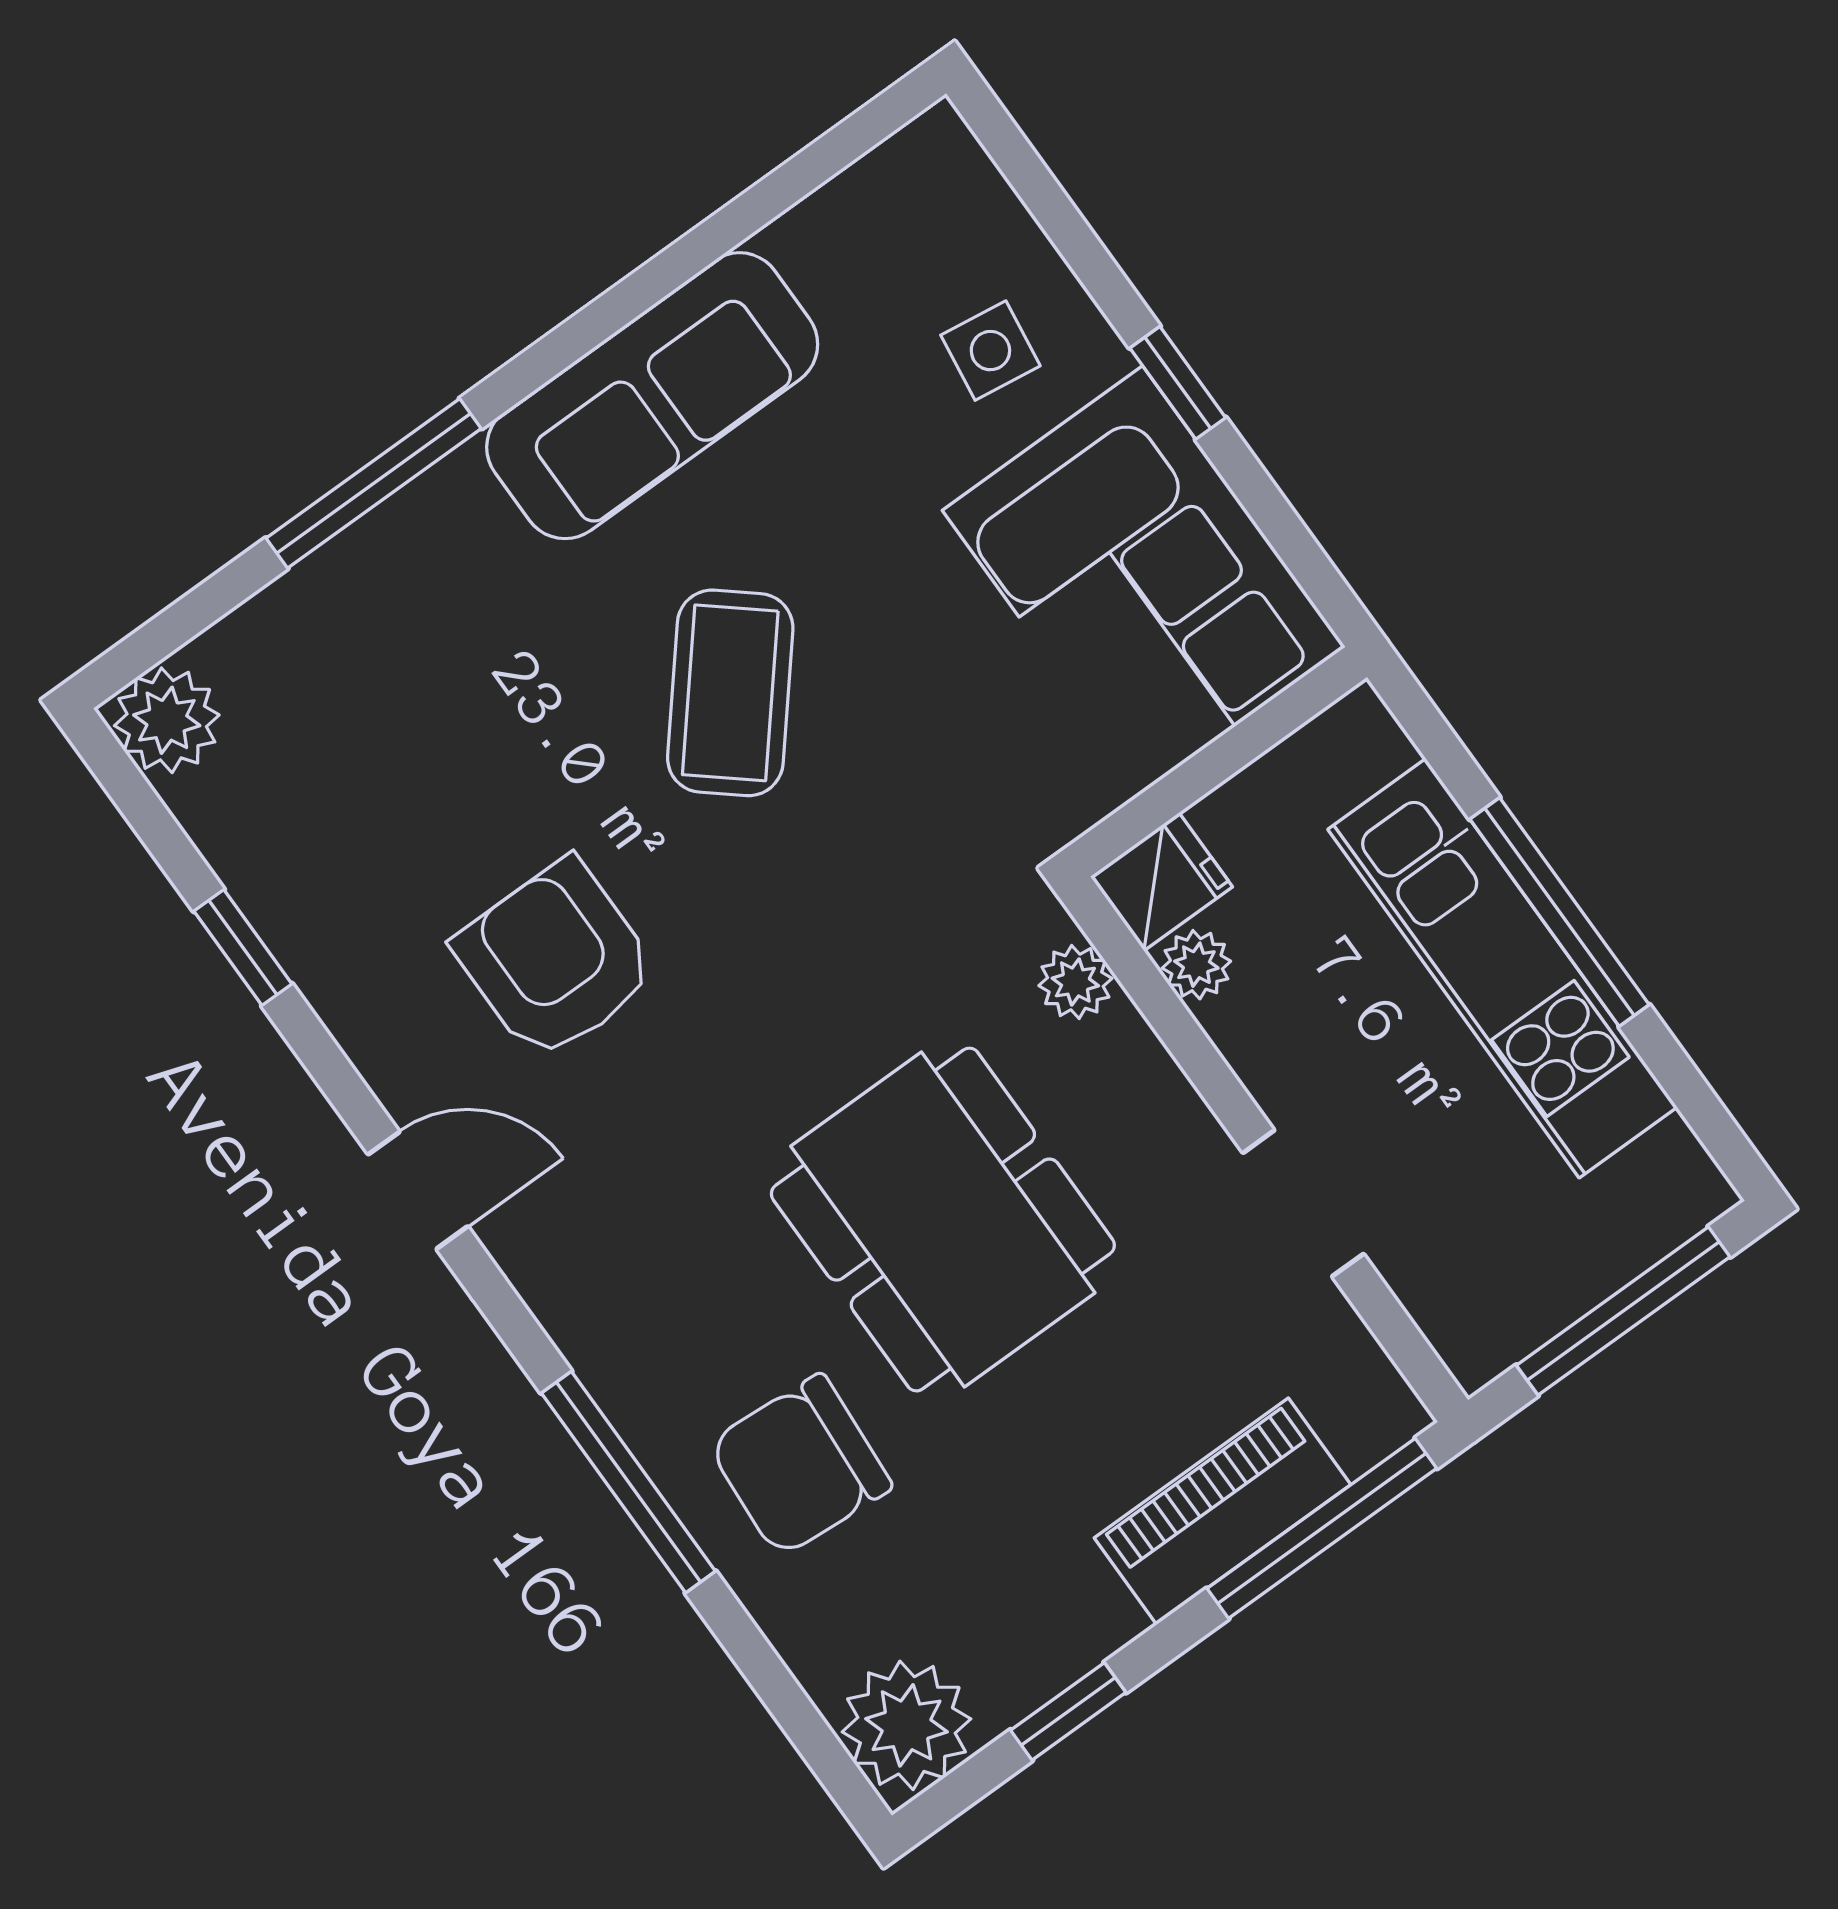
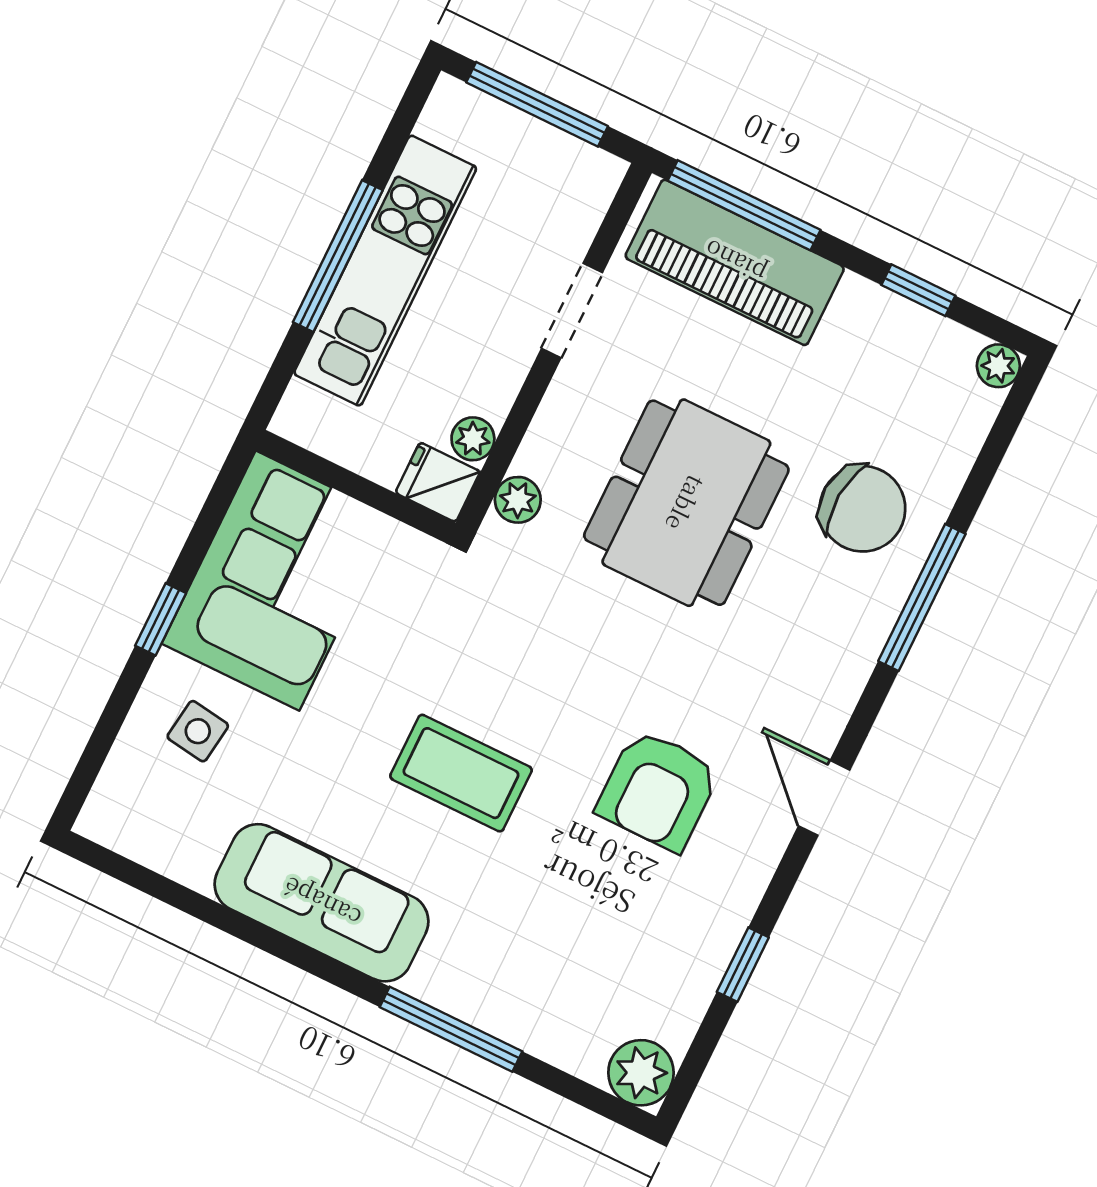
coffee table: (730, 693) -> (461, 773), turned 50
piano: (1223, 1511) -> (735, 262), width x1.37, depth x1.33
plant: (906, 1725) -> (998, 366), width x0.53, depth x0.53

